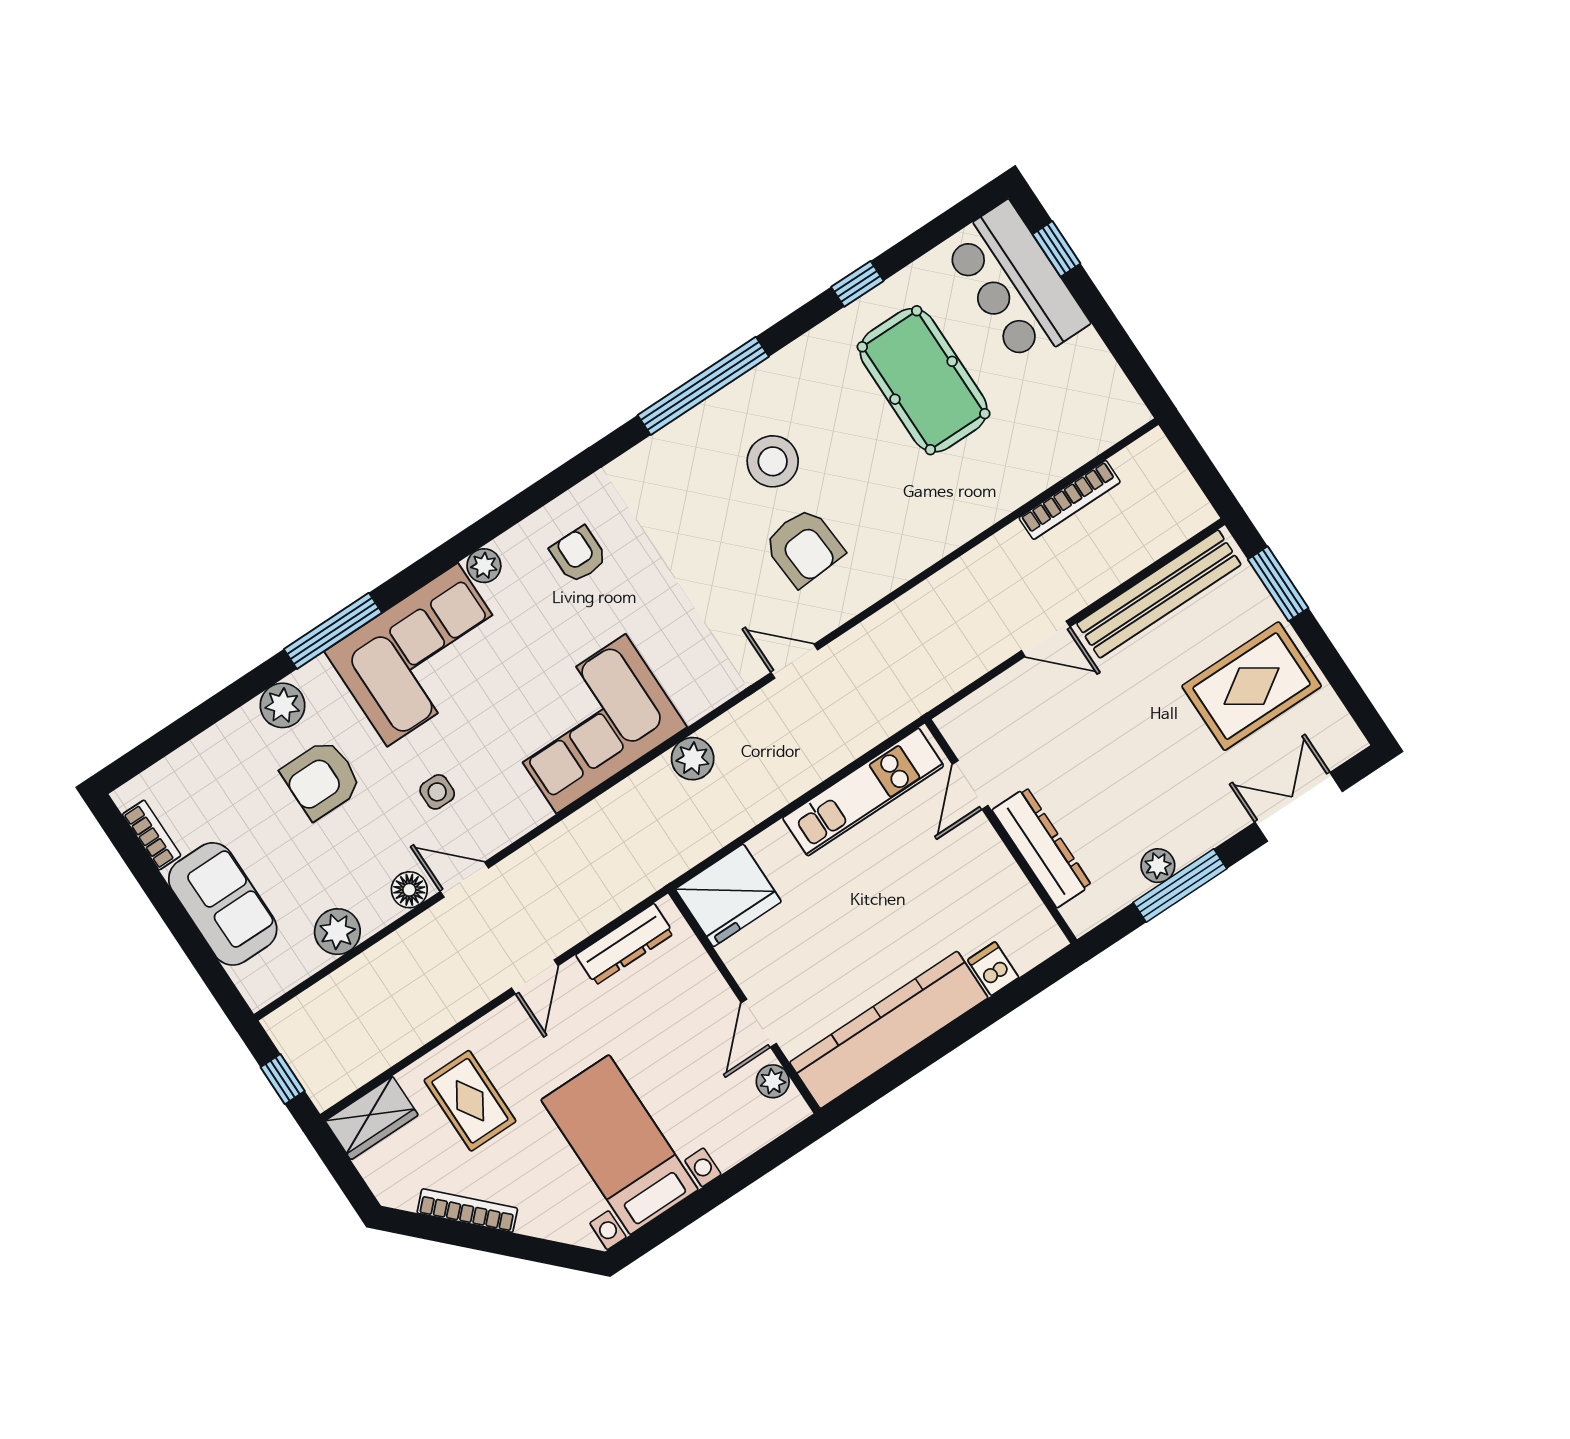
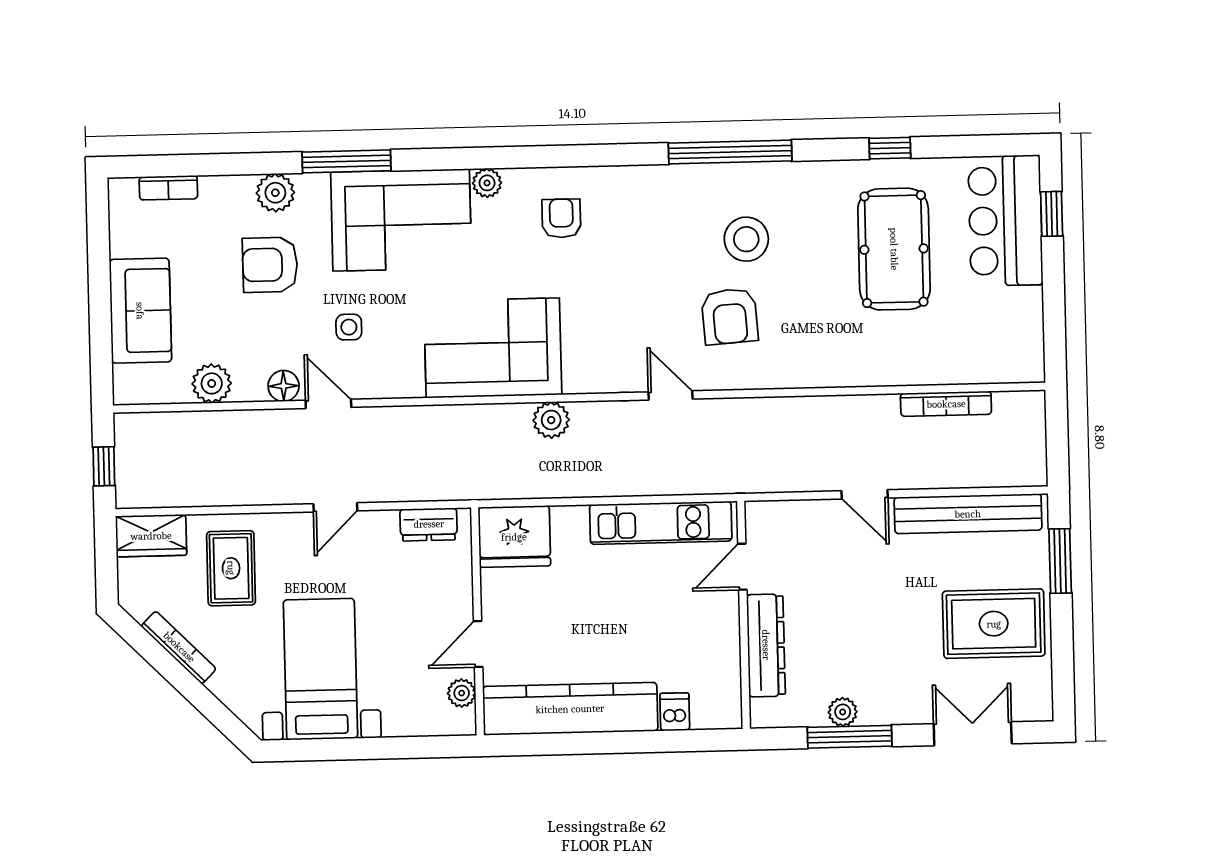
bookcase: (152, 835) -> (168, 188), moved, turned 90
dresser: (625, 944) -> (429, 524), width x0.70

